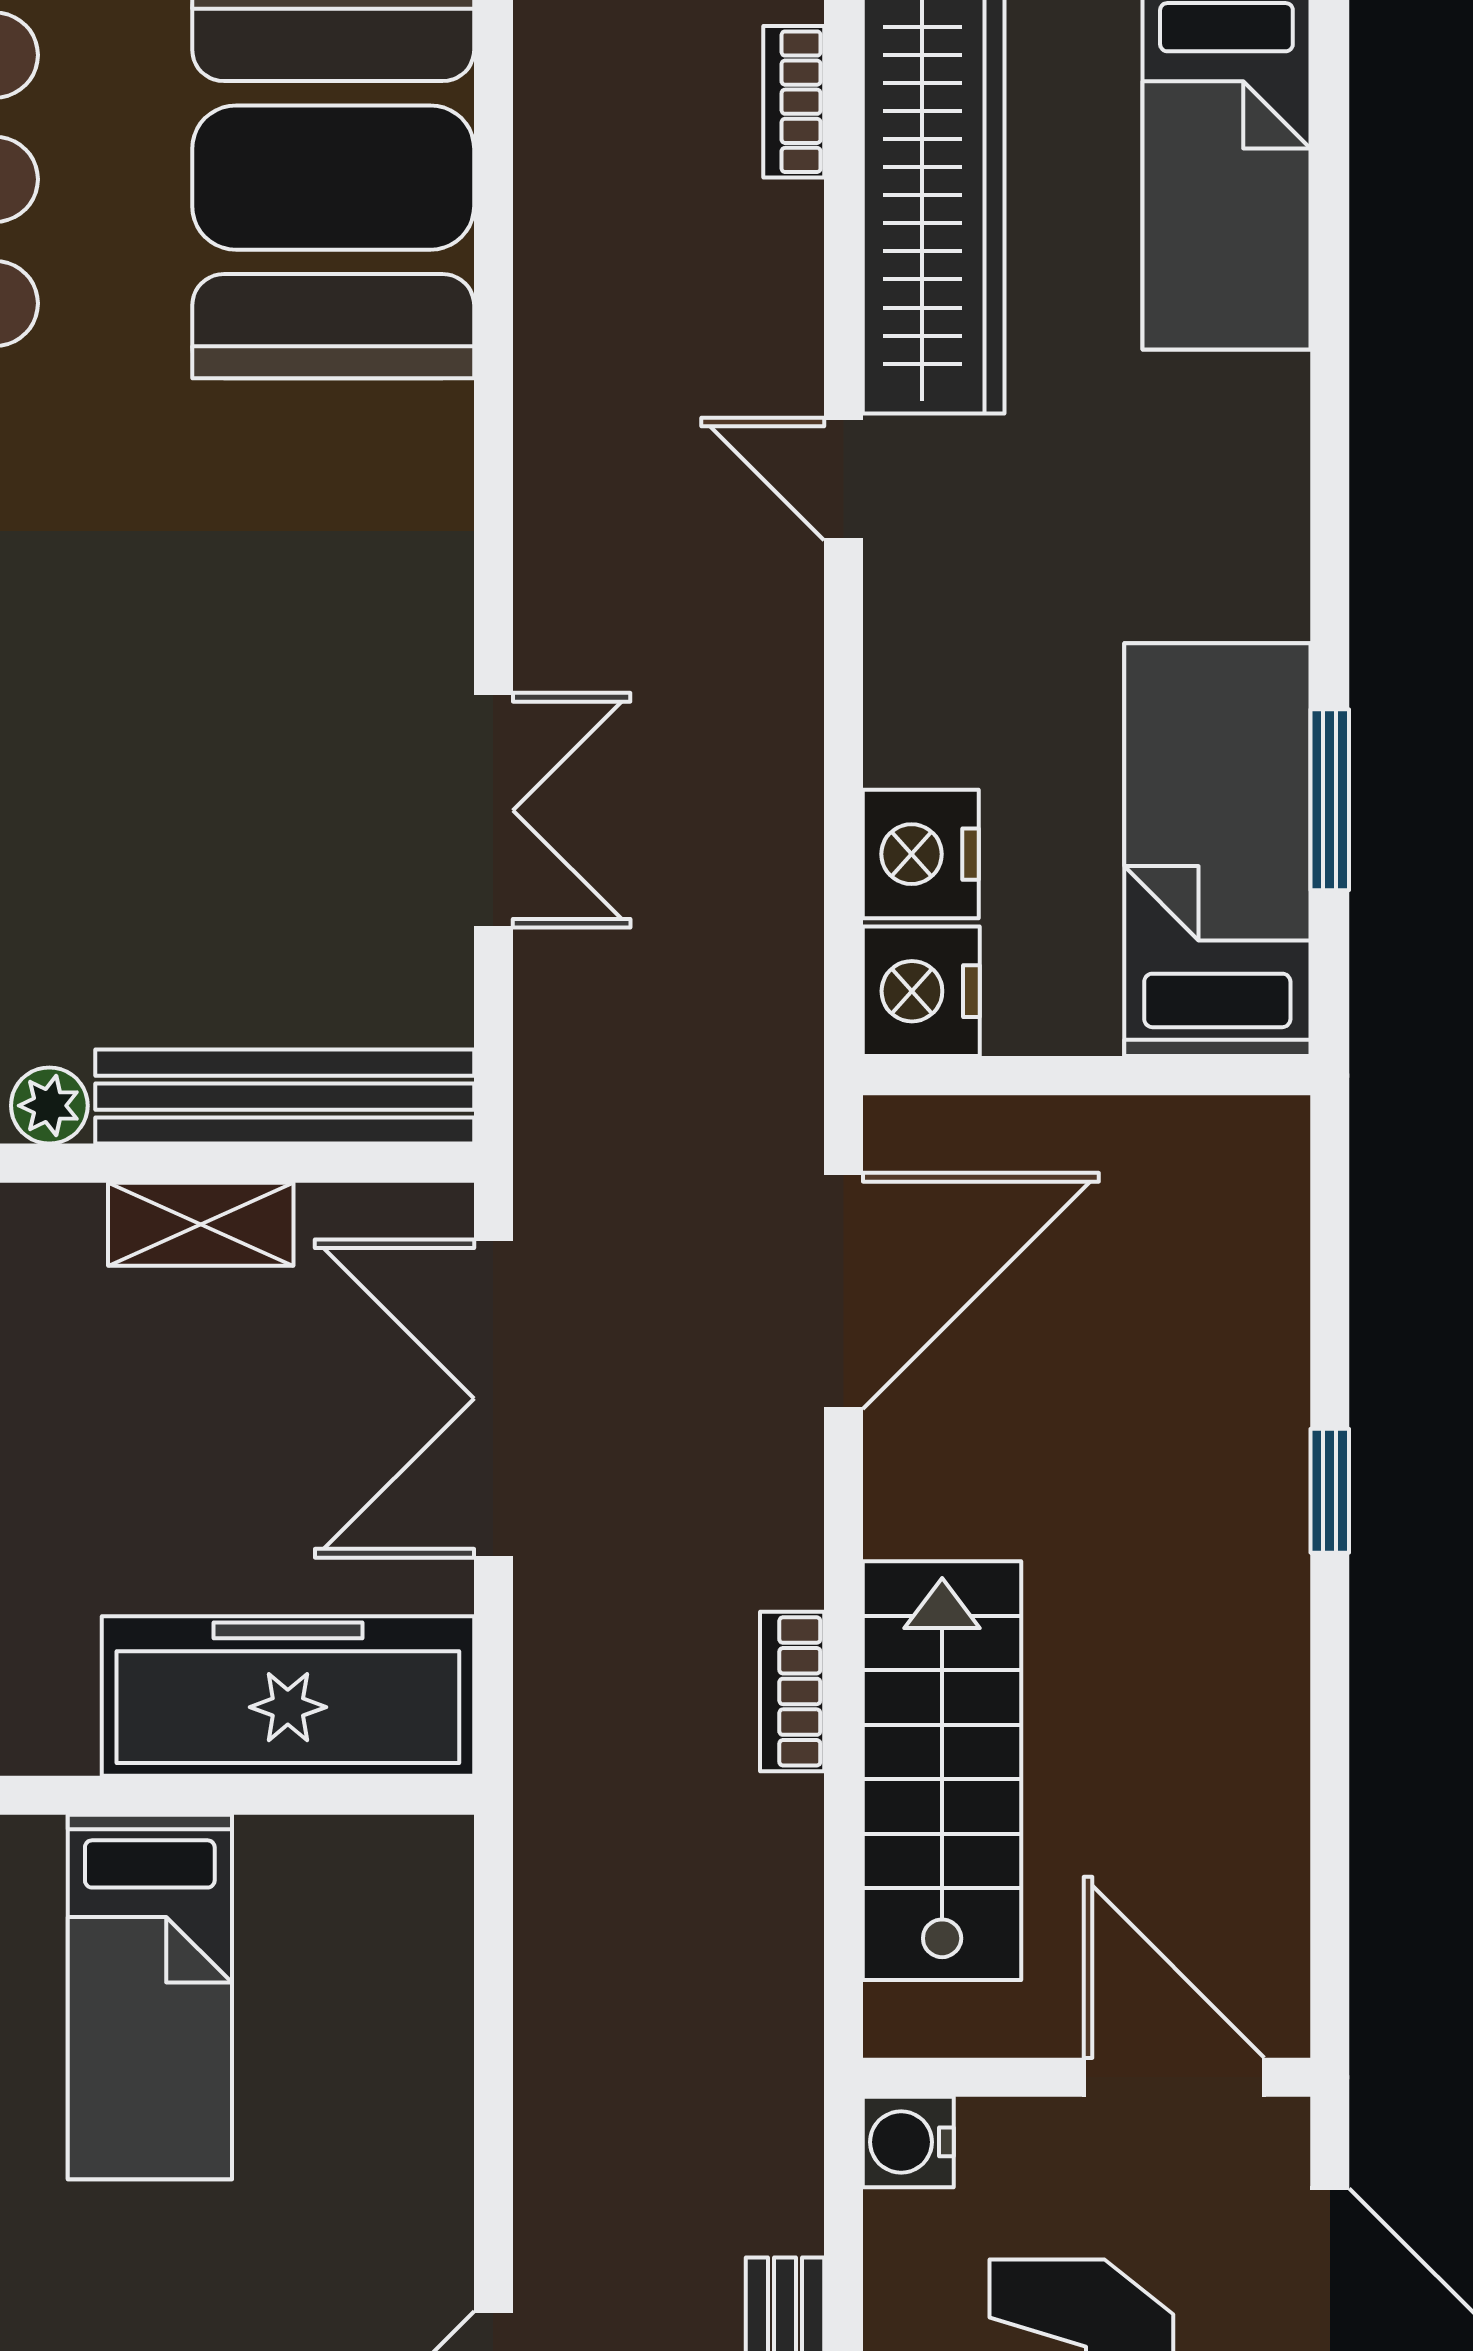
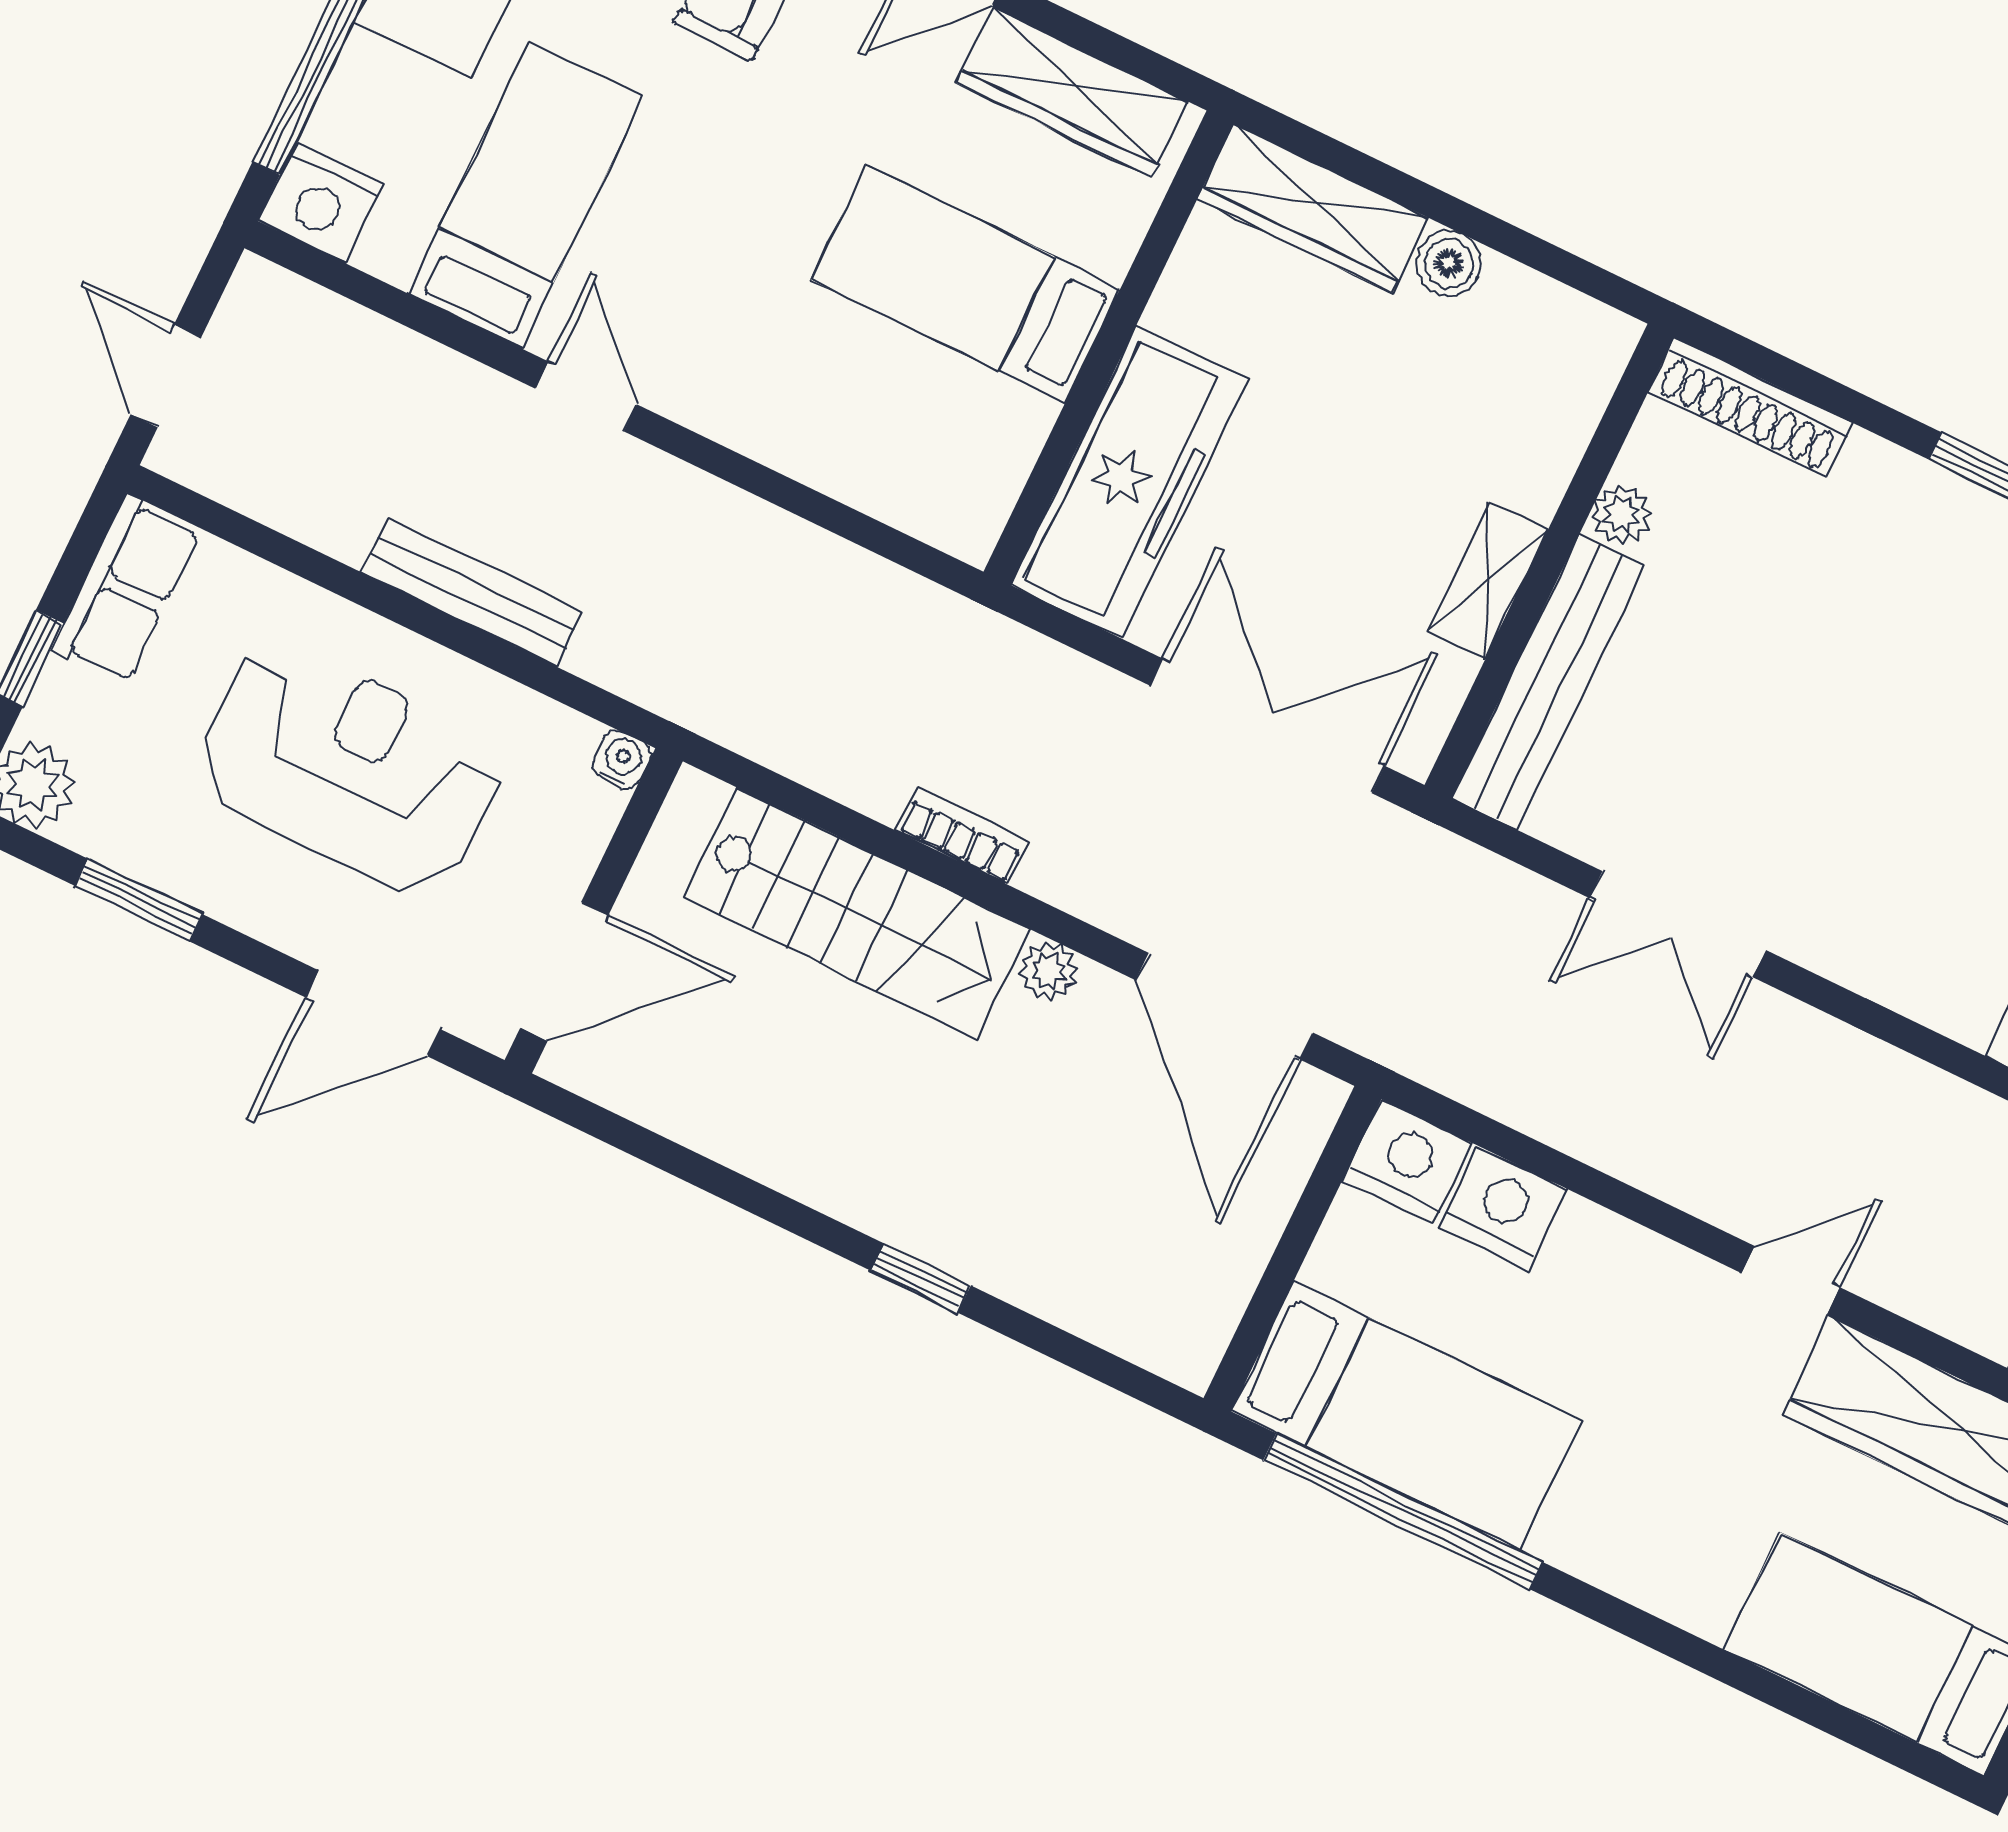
window: (1330, 800) -> (1403, 1511), width x2.11
plant: (901, 1515) -> (1048, 971), added
water cooler: (908, 2142) -> (622, 760), width x0.72, depth x0.72

